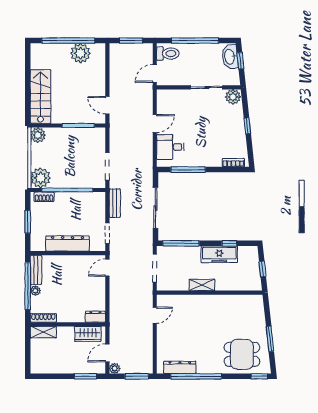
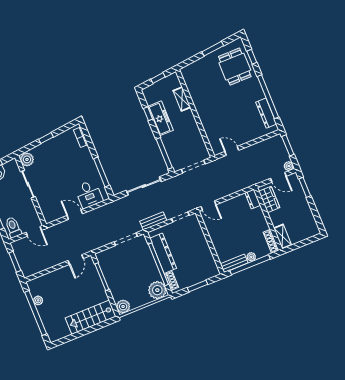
plant: (80, 53) -> (38, 300), width x0.53, depth x0.53
dresser: (68, 243) -> (163, 253), moved, turned 180
shelving: (202, 285) -> (182, 99), moved
window: (259, 376) -> (252, 57), moved

